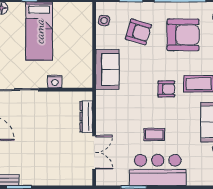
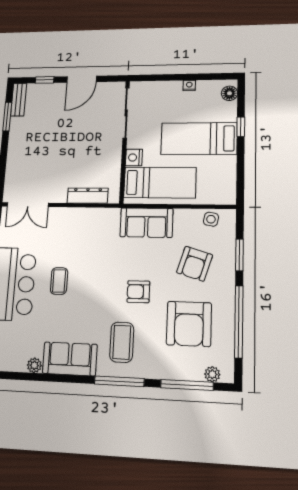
bed: (75, 60) -> (160, 183), added
armchair: (166, 89) -> (138, 292), moved, turned 90
double door: (94, 152) -> (28, 205), moved

